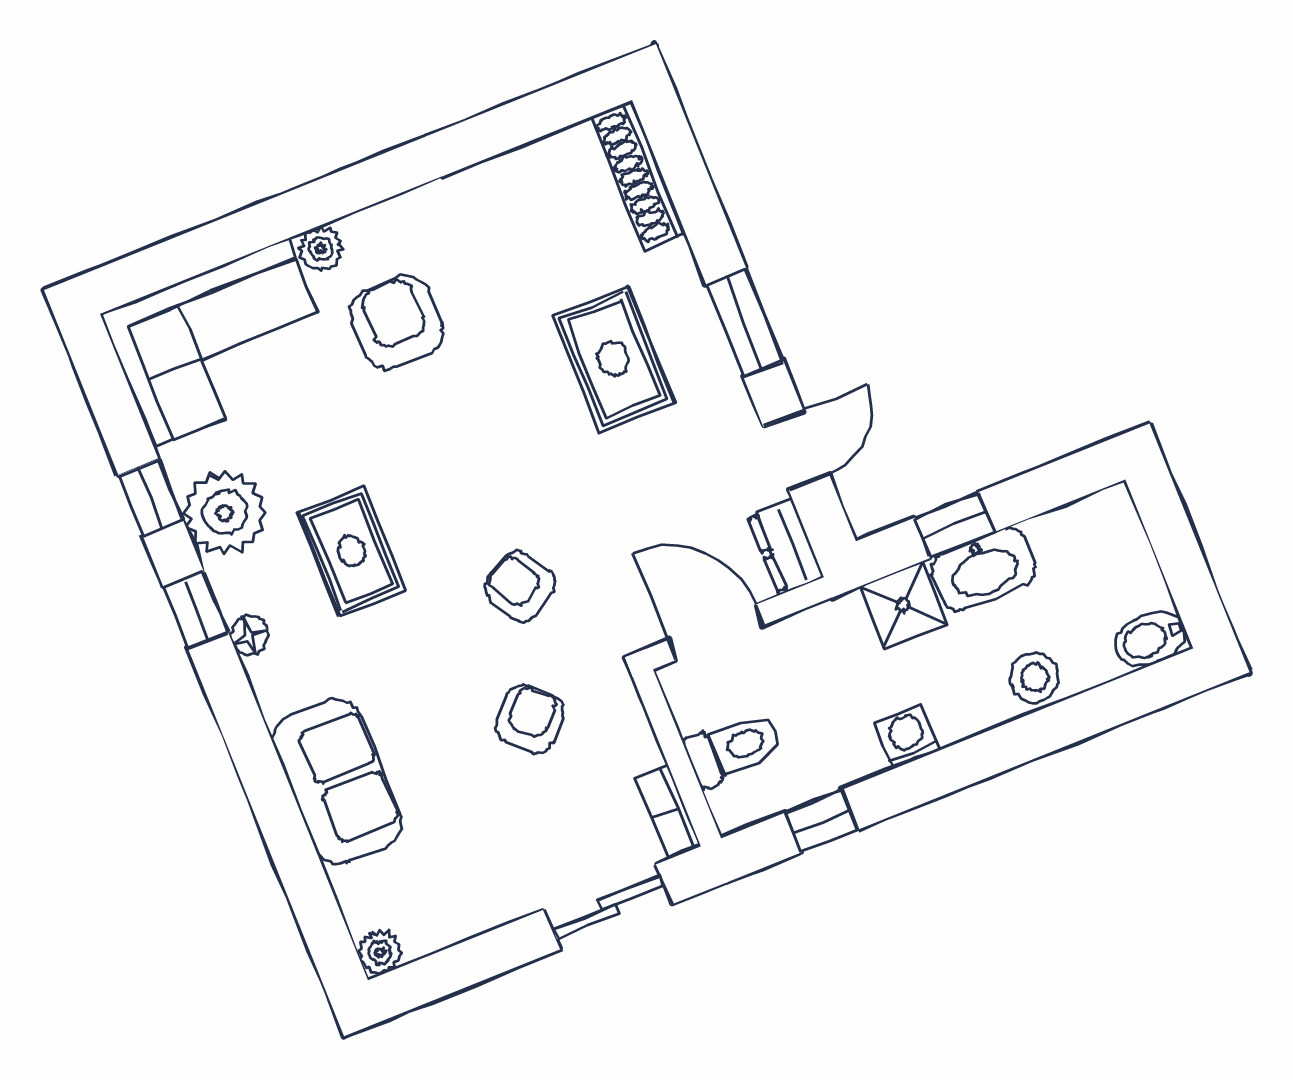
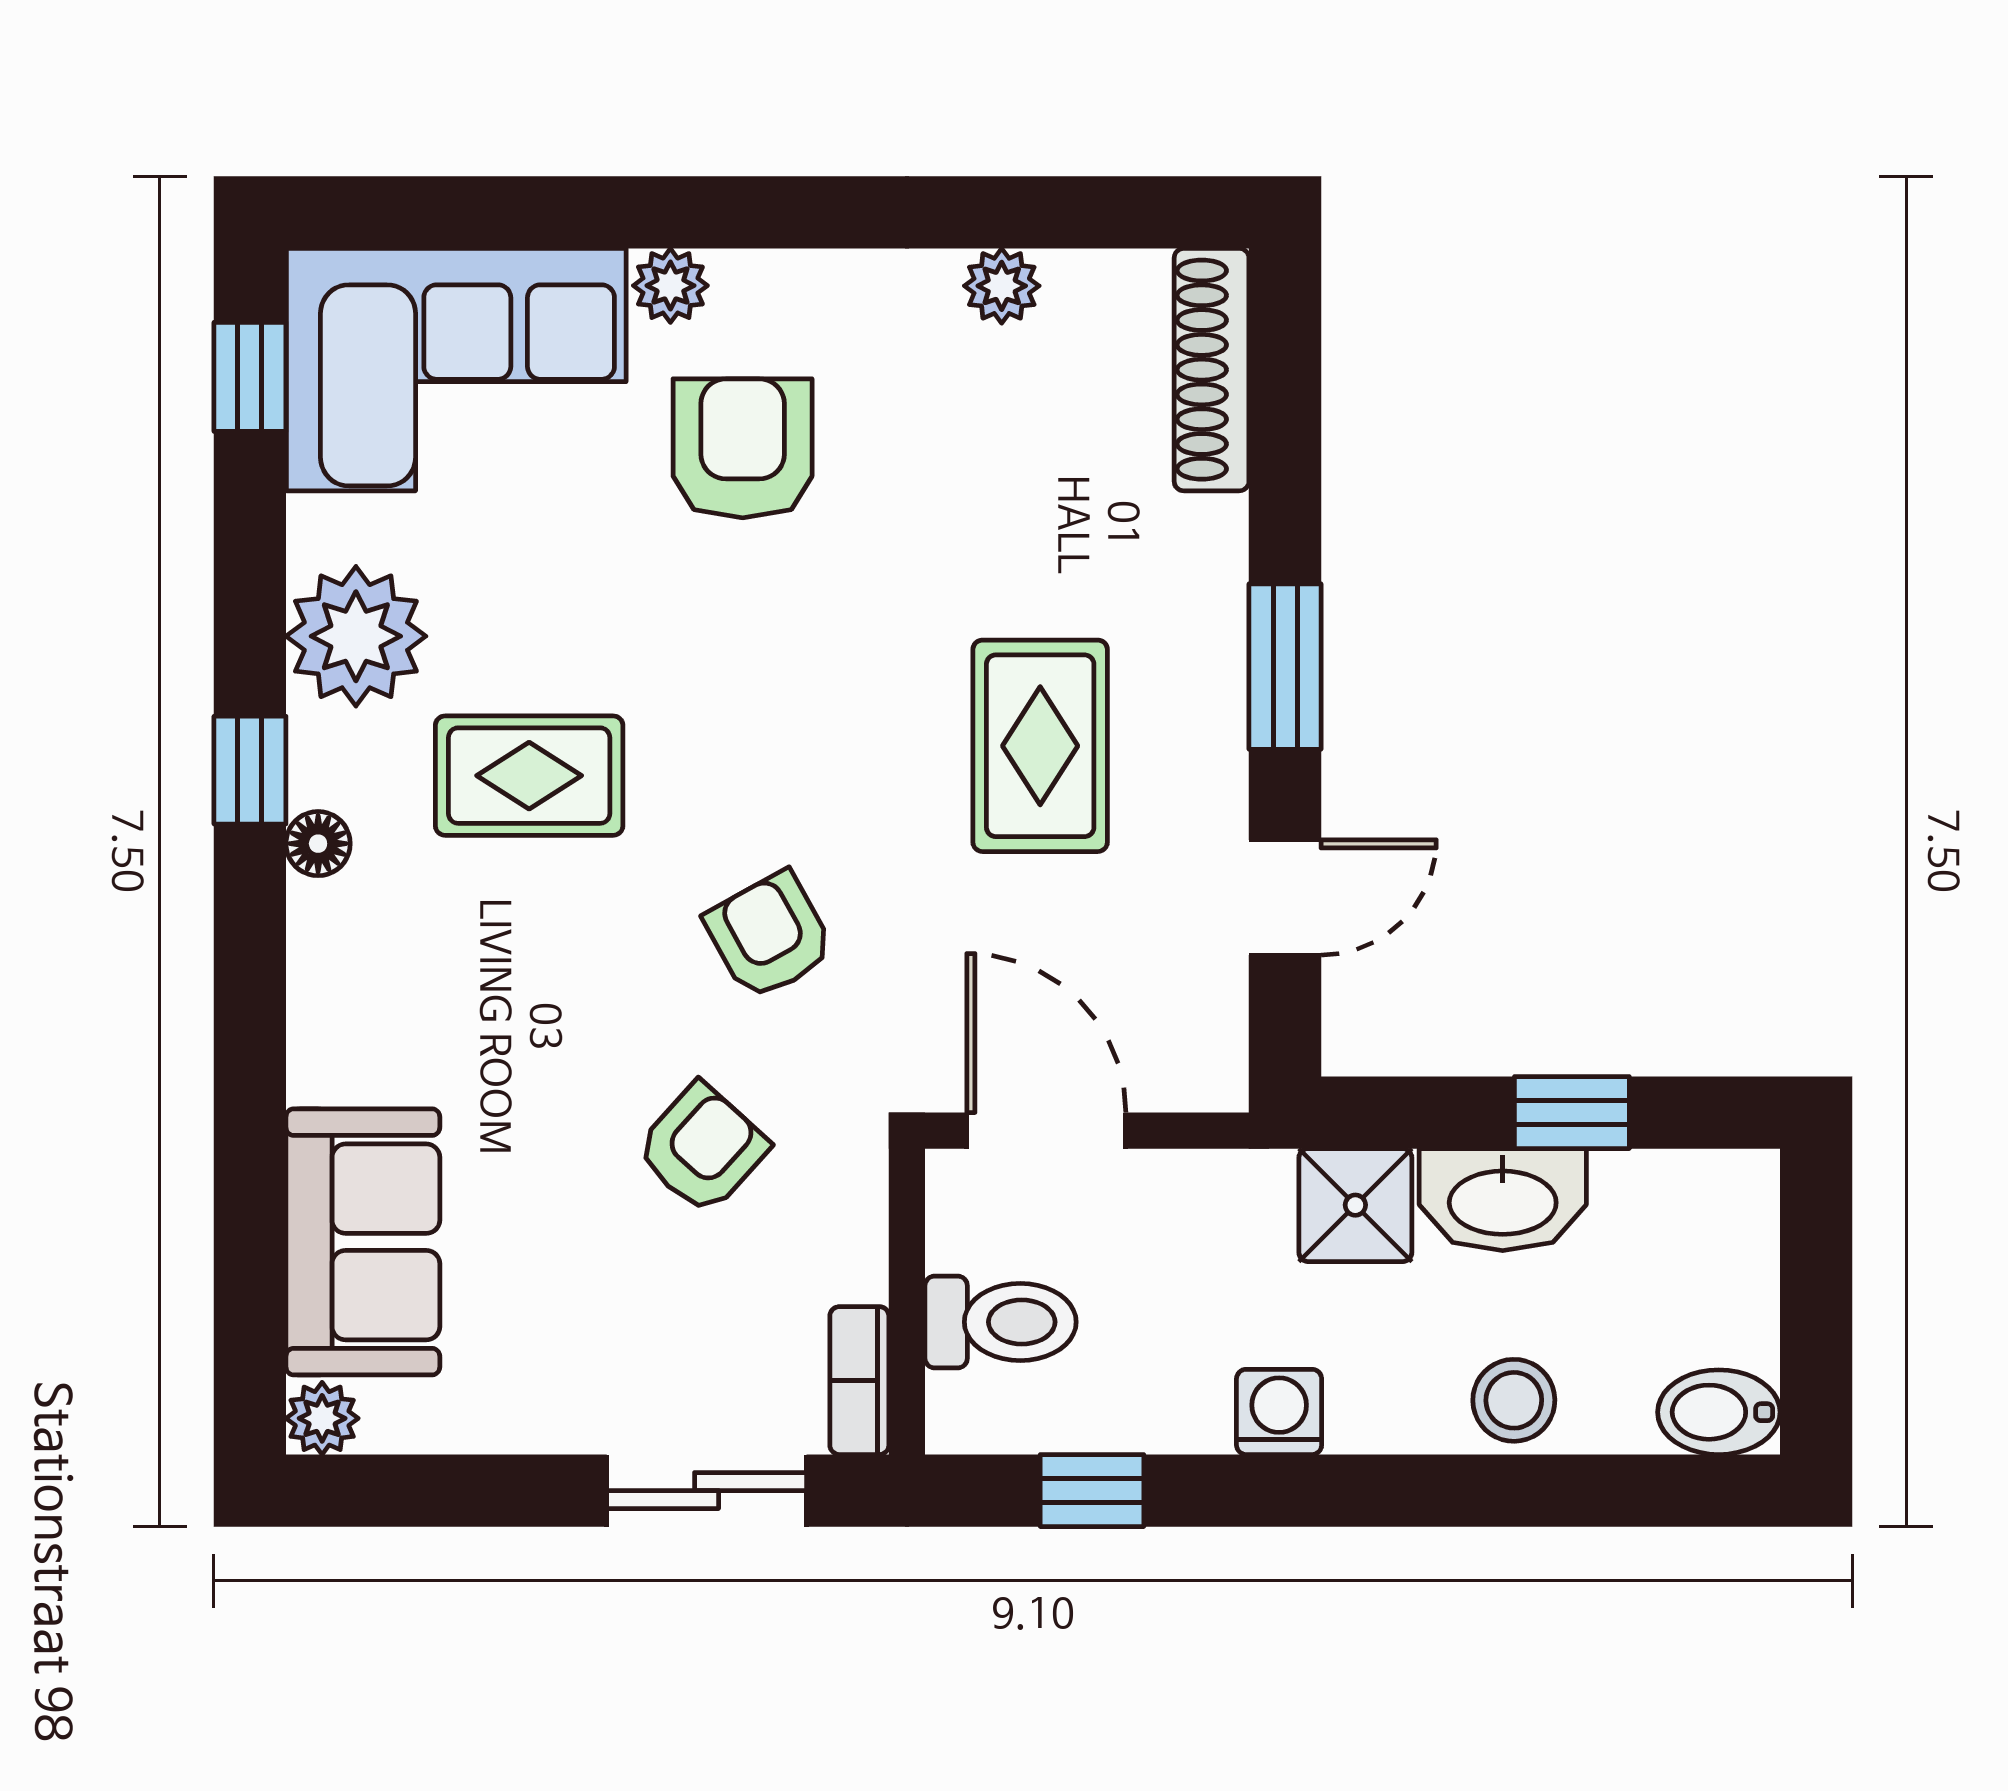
plant: (504, 176) -> (1002, 286), added
rug: (613, 359) -> (1040, 746), moved
window: (151, 497) -> (250, 377), moved
window: (954, 525) -> (1572, 1113), moved
dresser: (786, 547) -> (1209, 1041), removed
rug: (351, 551) -> (529, 776), turned 90
sofa: (337, 782) -> (363, 1242), moved

